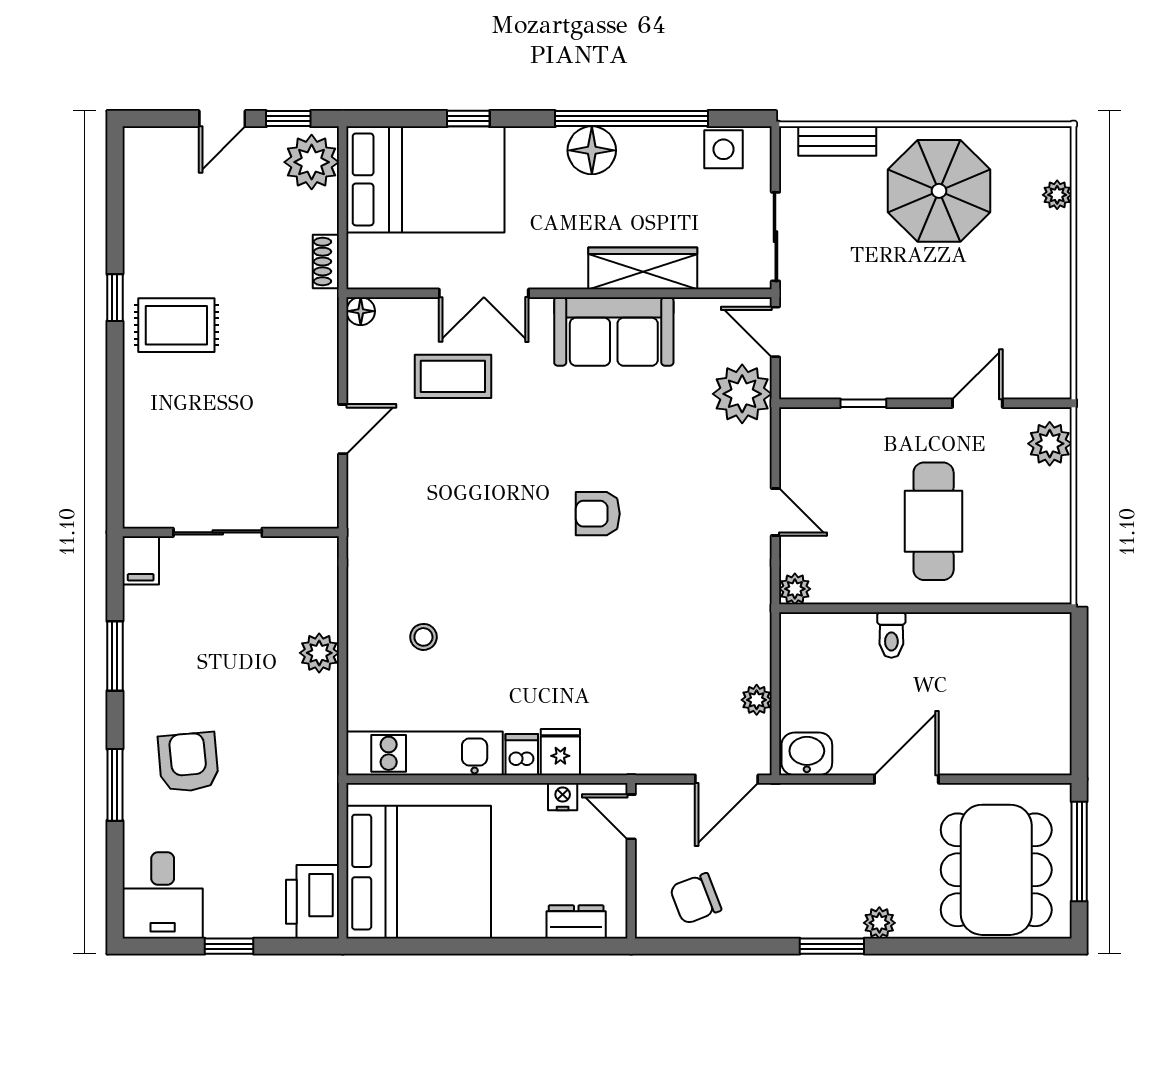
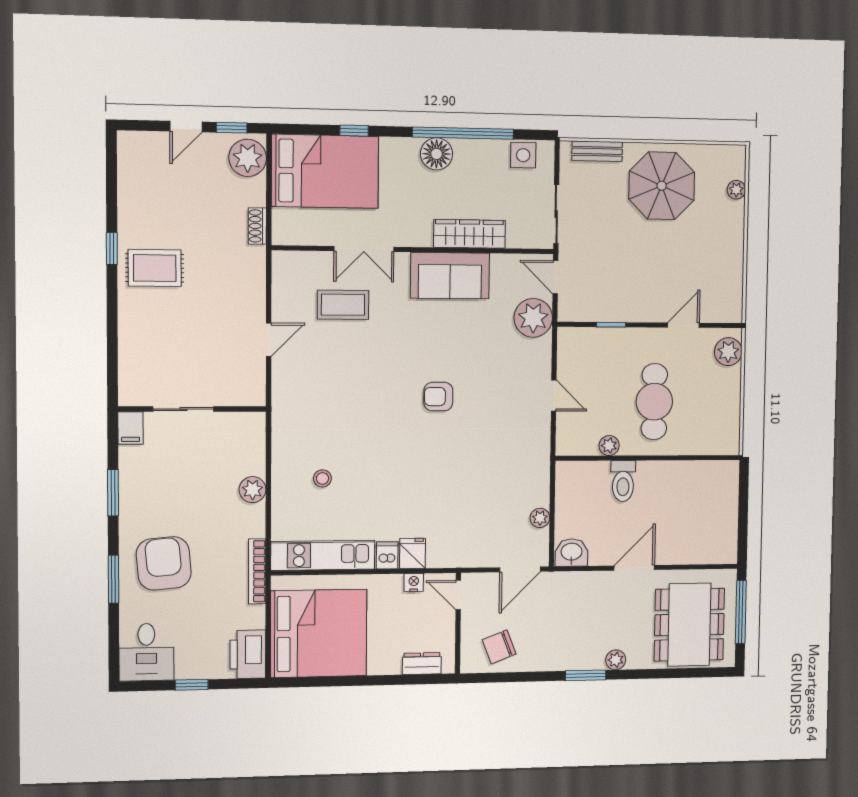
floor lamp: (361, 311) -> (281, 260), removed
plant: (795, 589) -> (609, 446), moved
toilet: (891, 635) -> (623, 481), width x1.37, depth x1.39
armchair: (188, 762) -> (164, 563), width x1.36, depth x1.36
bookcase: (326, 776) -> (257, 571), added

